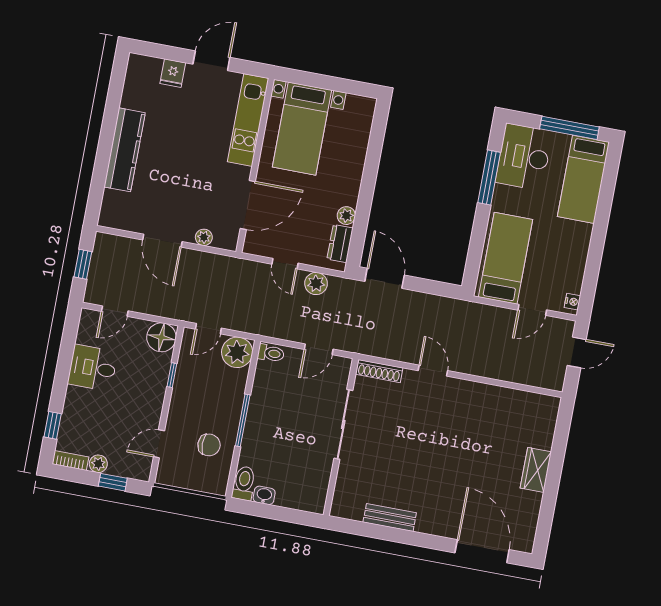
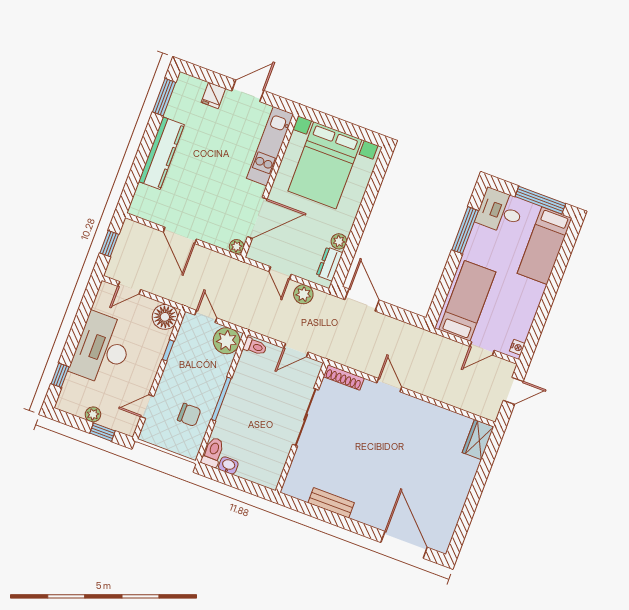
window: (116, 85) -> (164, 97), added
bed with nightstands: (302, 129) -> (325, 165), width x1.36
desk: (524, 157) -> (500, 211), width x0.73
plant: (204, 237) -> (237, 247), moved
door: (208, 329) -> (206, 316), swing flipped
desk: (93, 368) -> (102, 349), width x1.87, depth x1.30
bookcase: (70, 461) -> (70, 408), removed
wardrobe: (536, 470) -> (478, 440), moved

